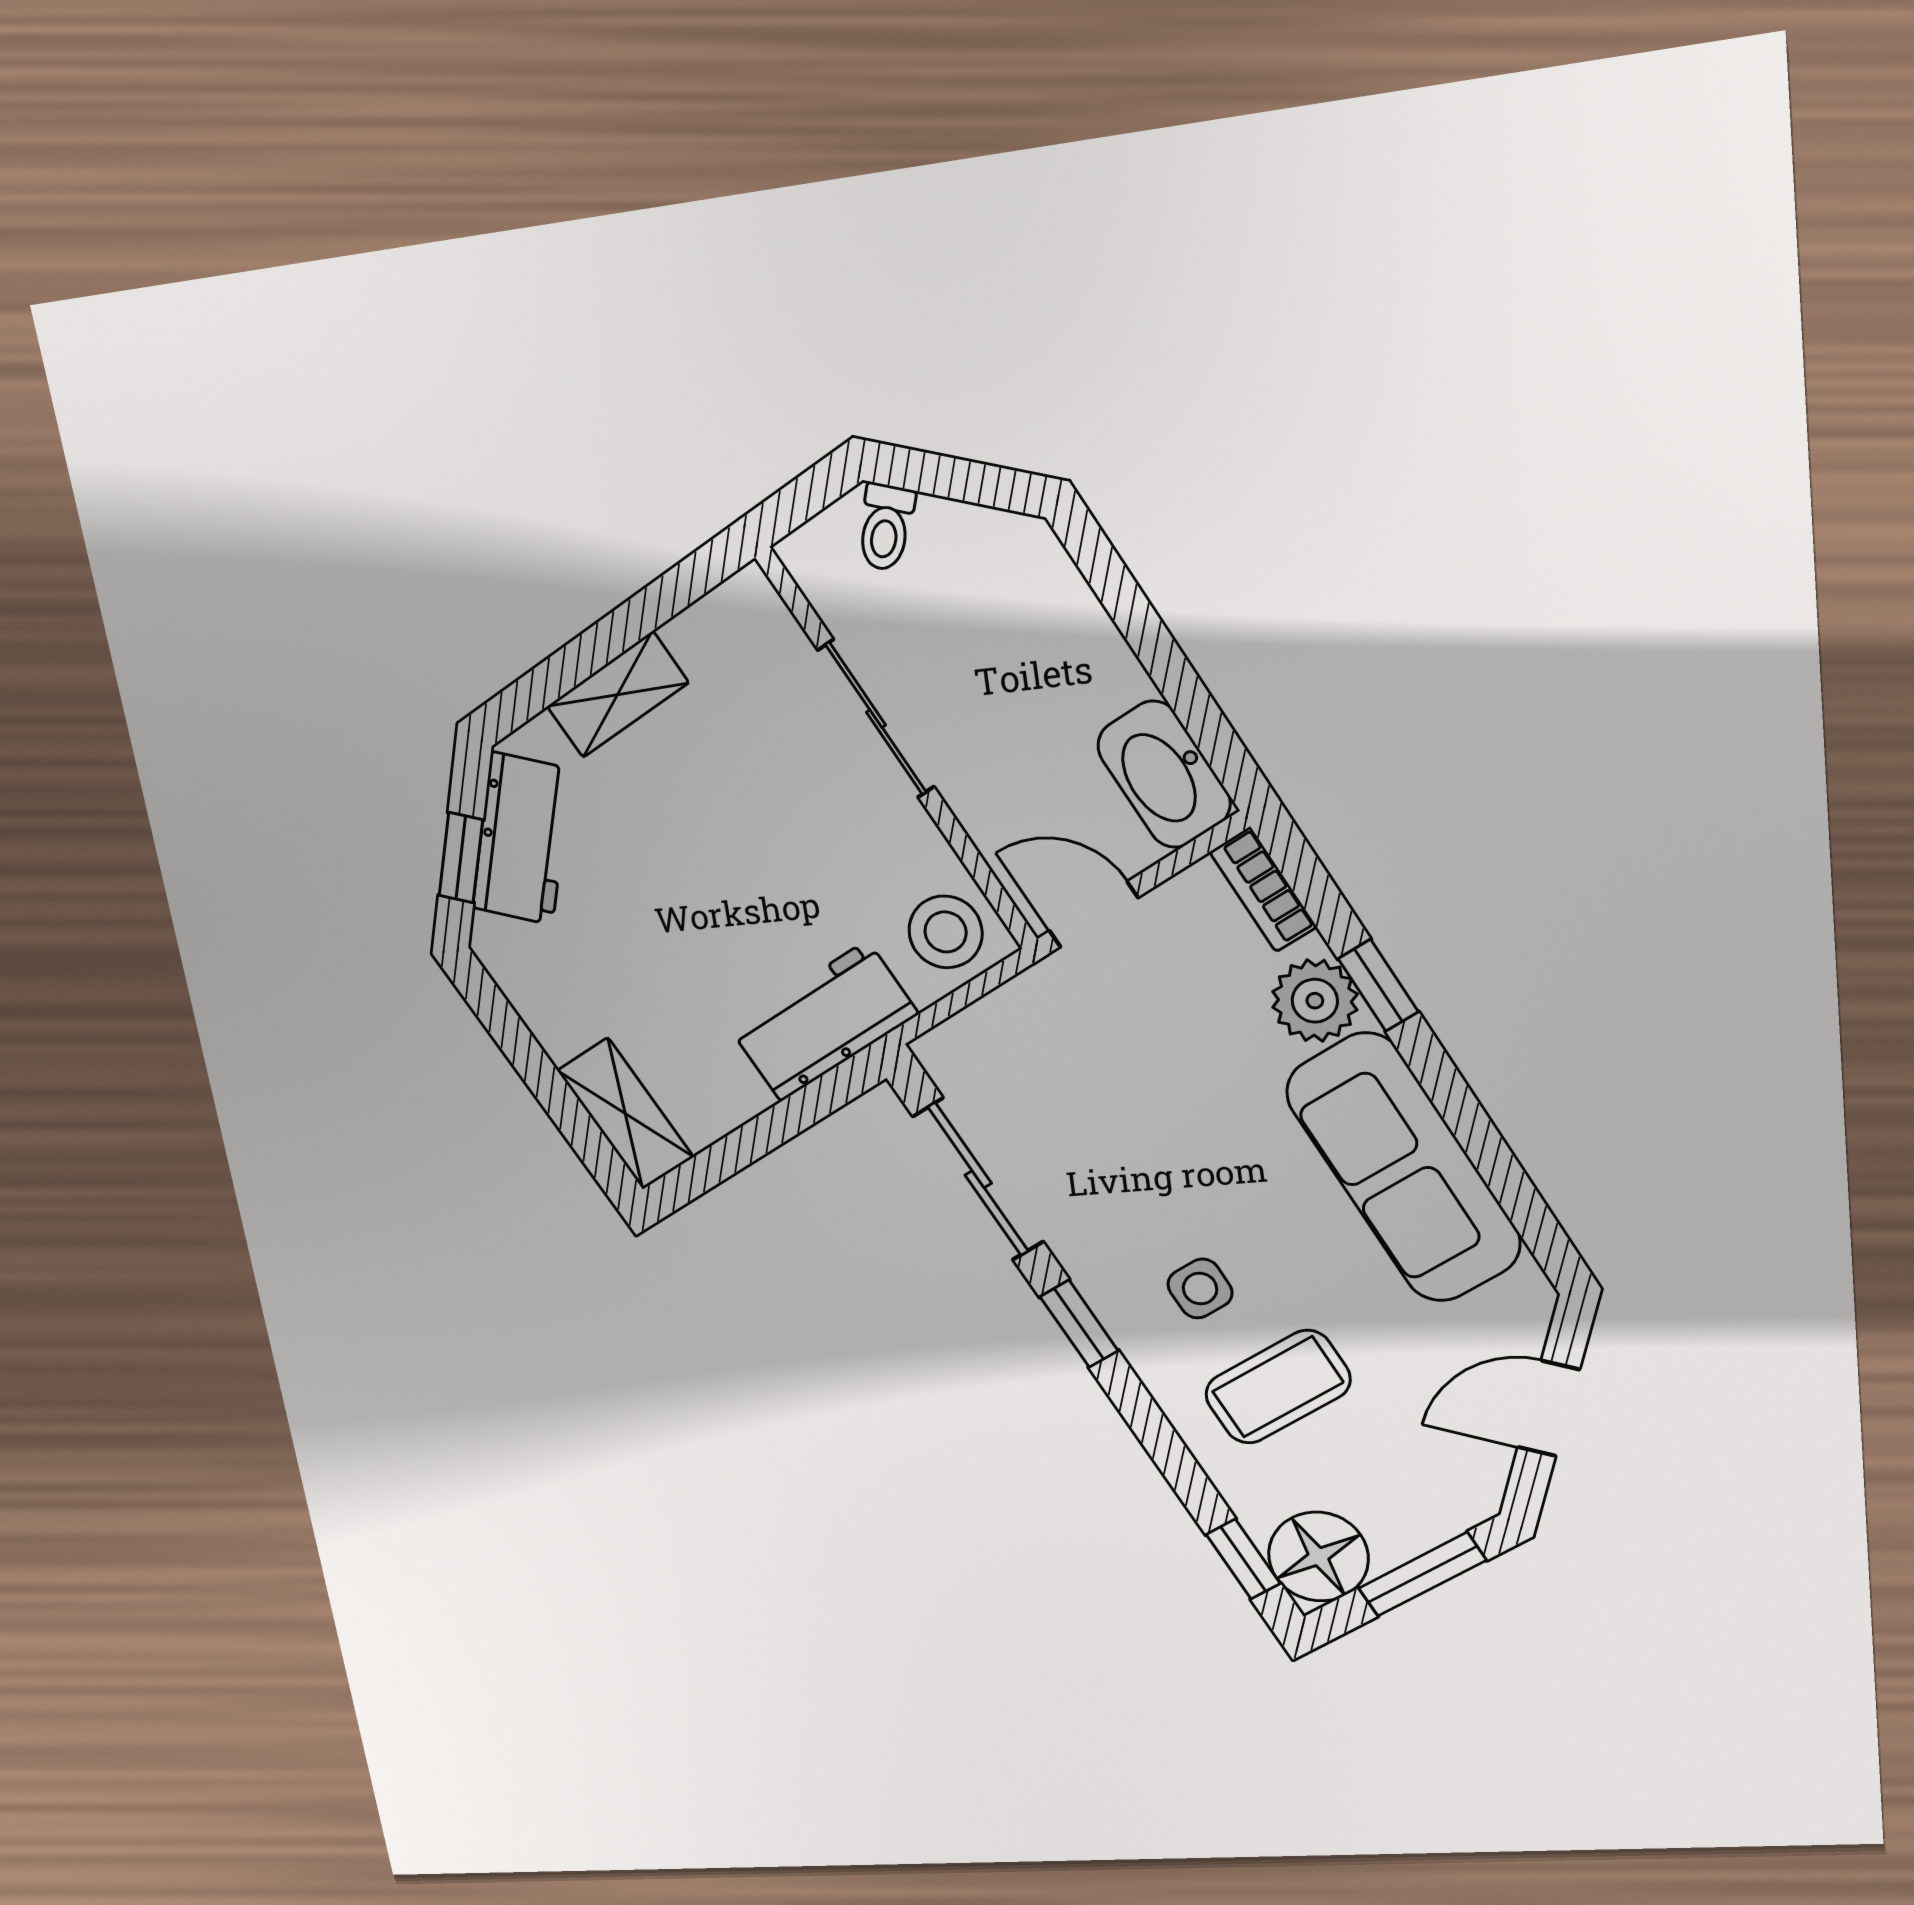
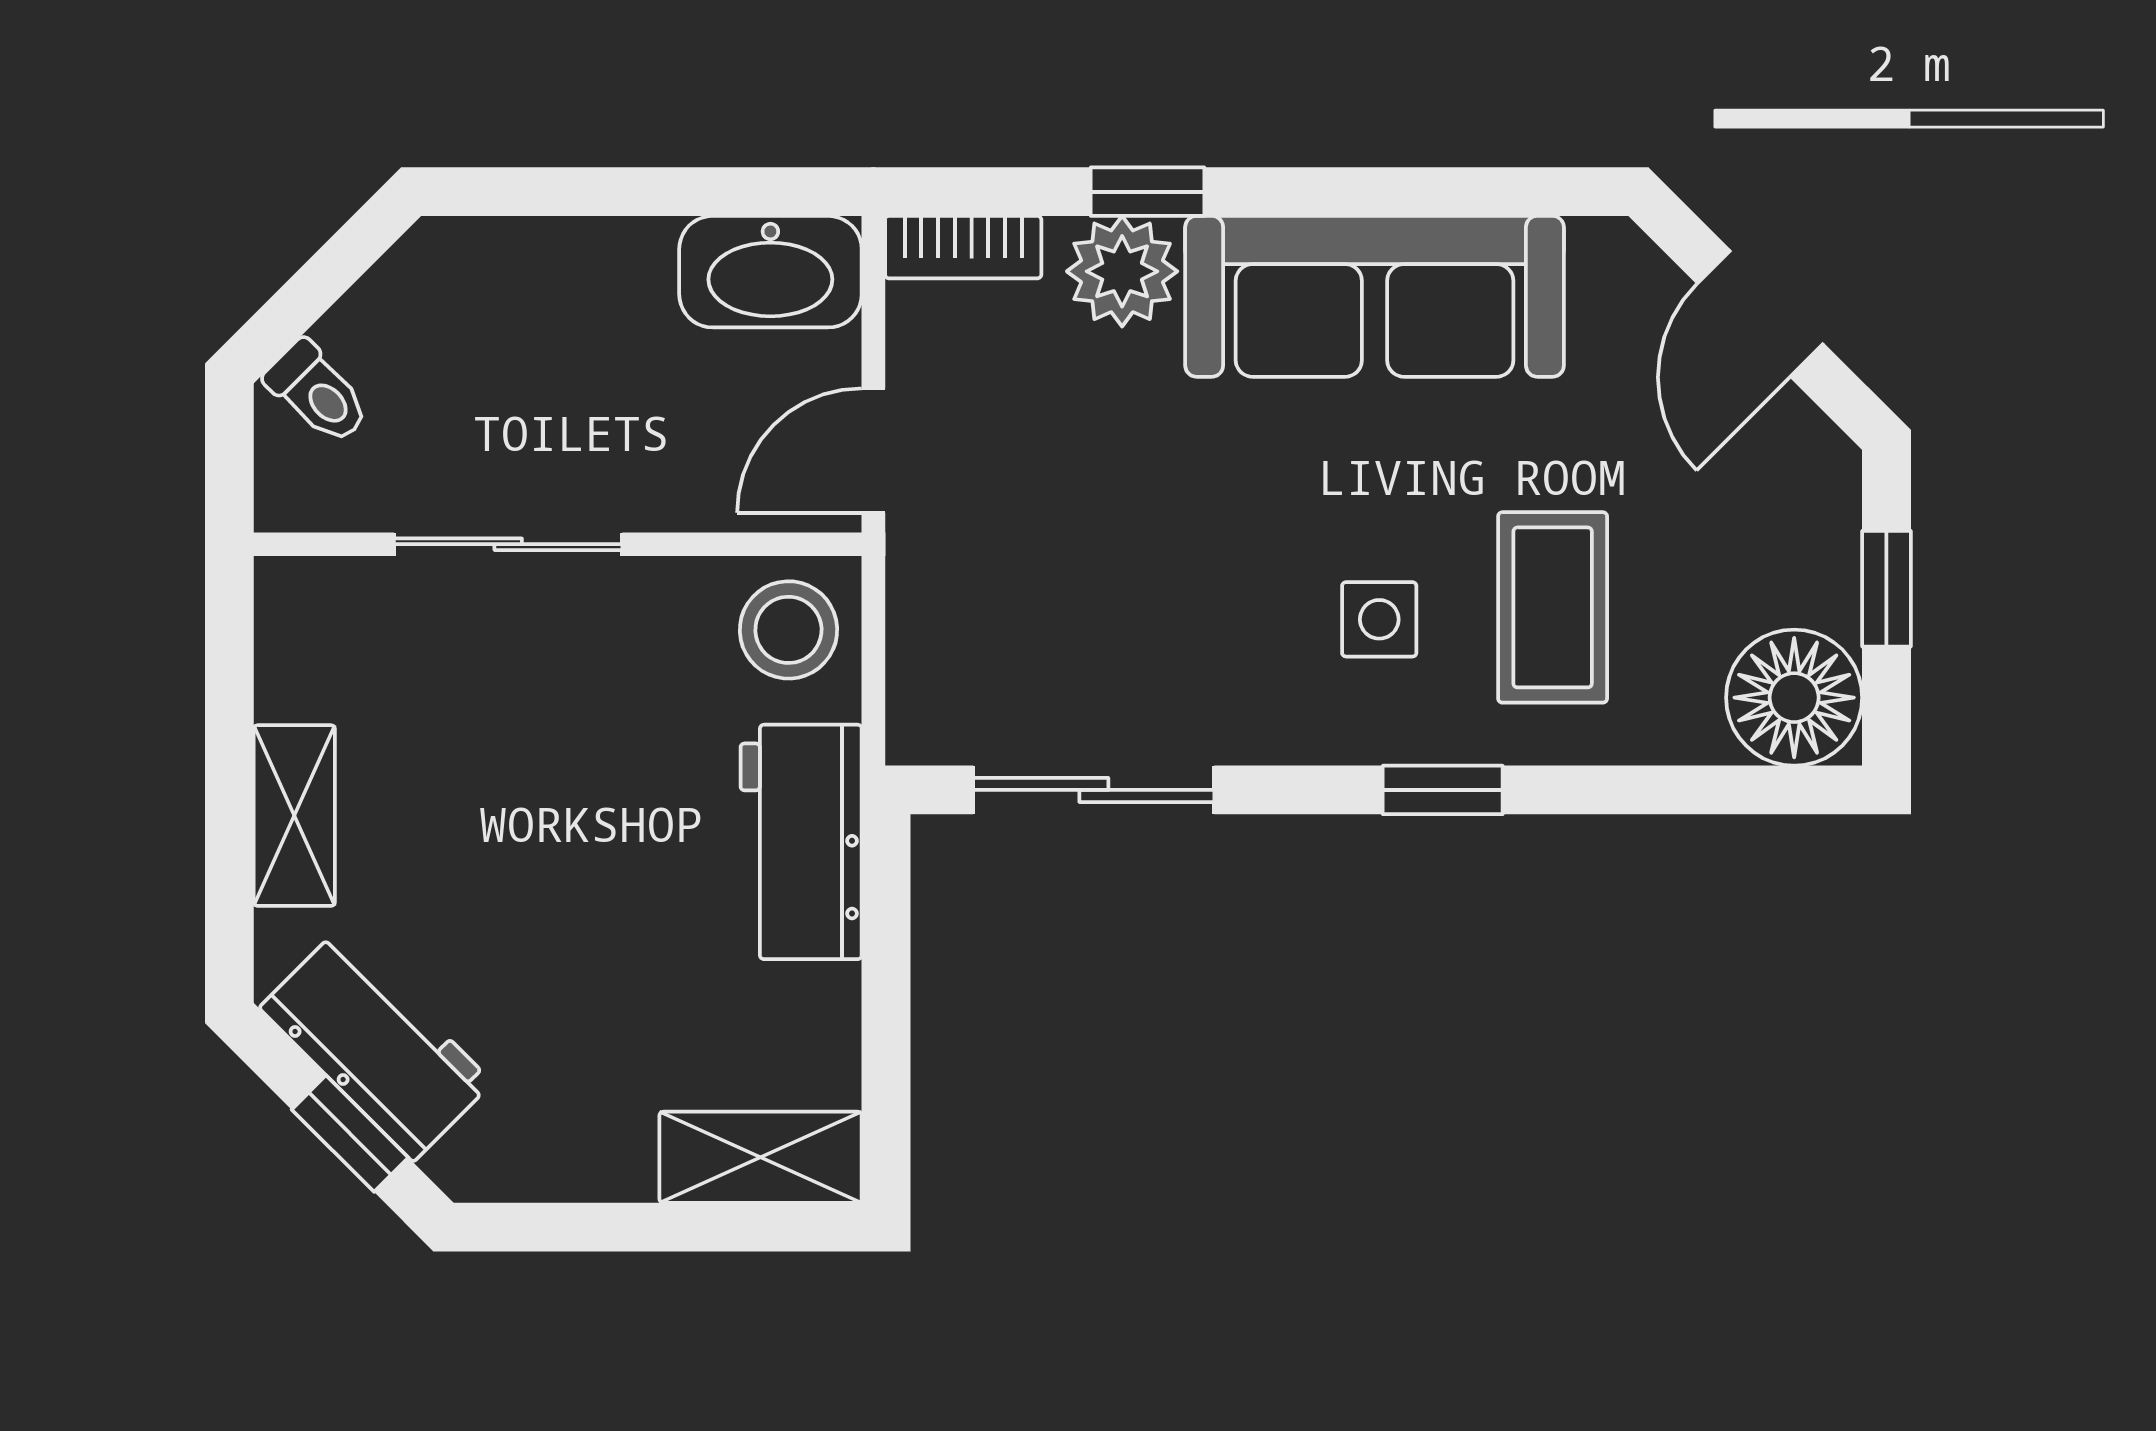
window: (1079, 1324) -> (1443, 790), moved
window: (1243, 1559) -> (1746, 790), removed
window: (1422, 1574) -> (1886, 589), width x0.67

